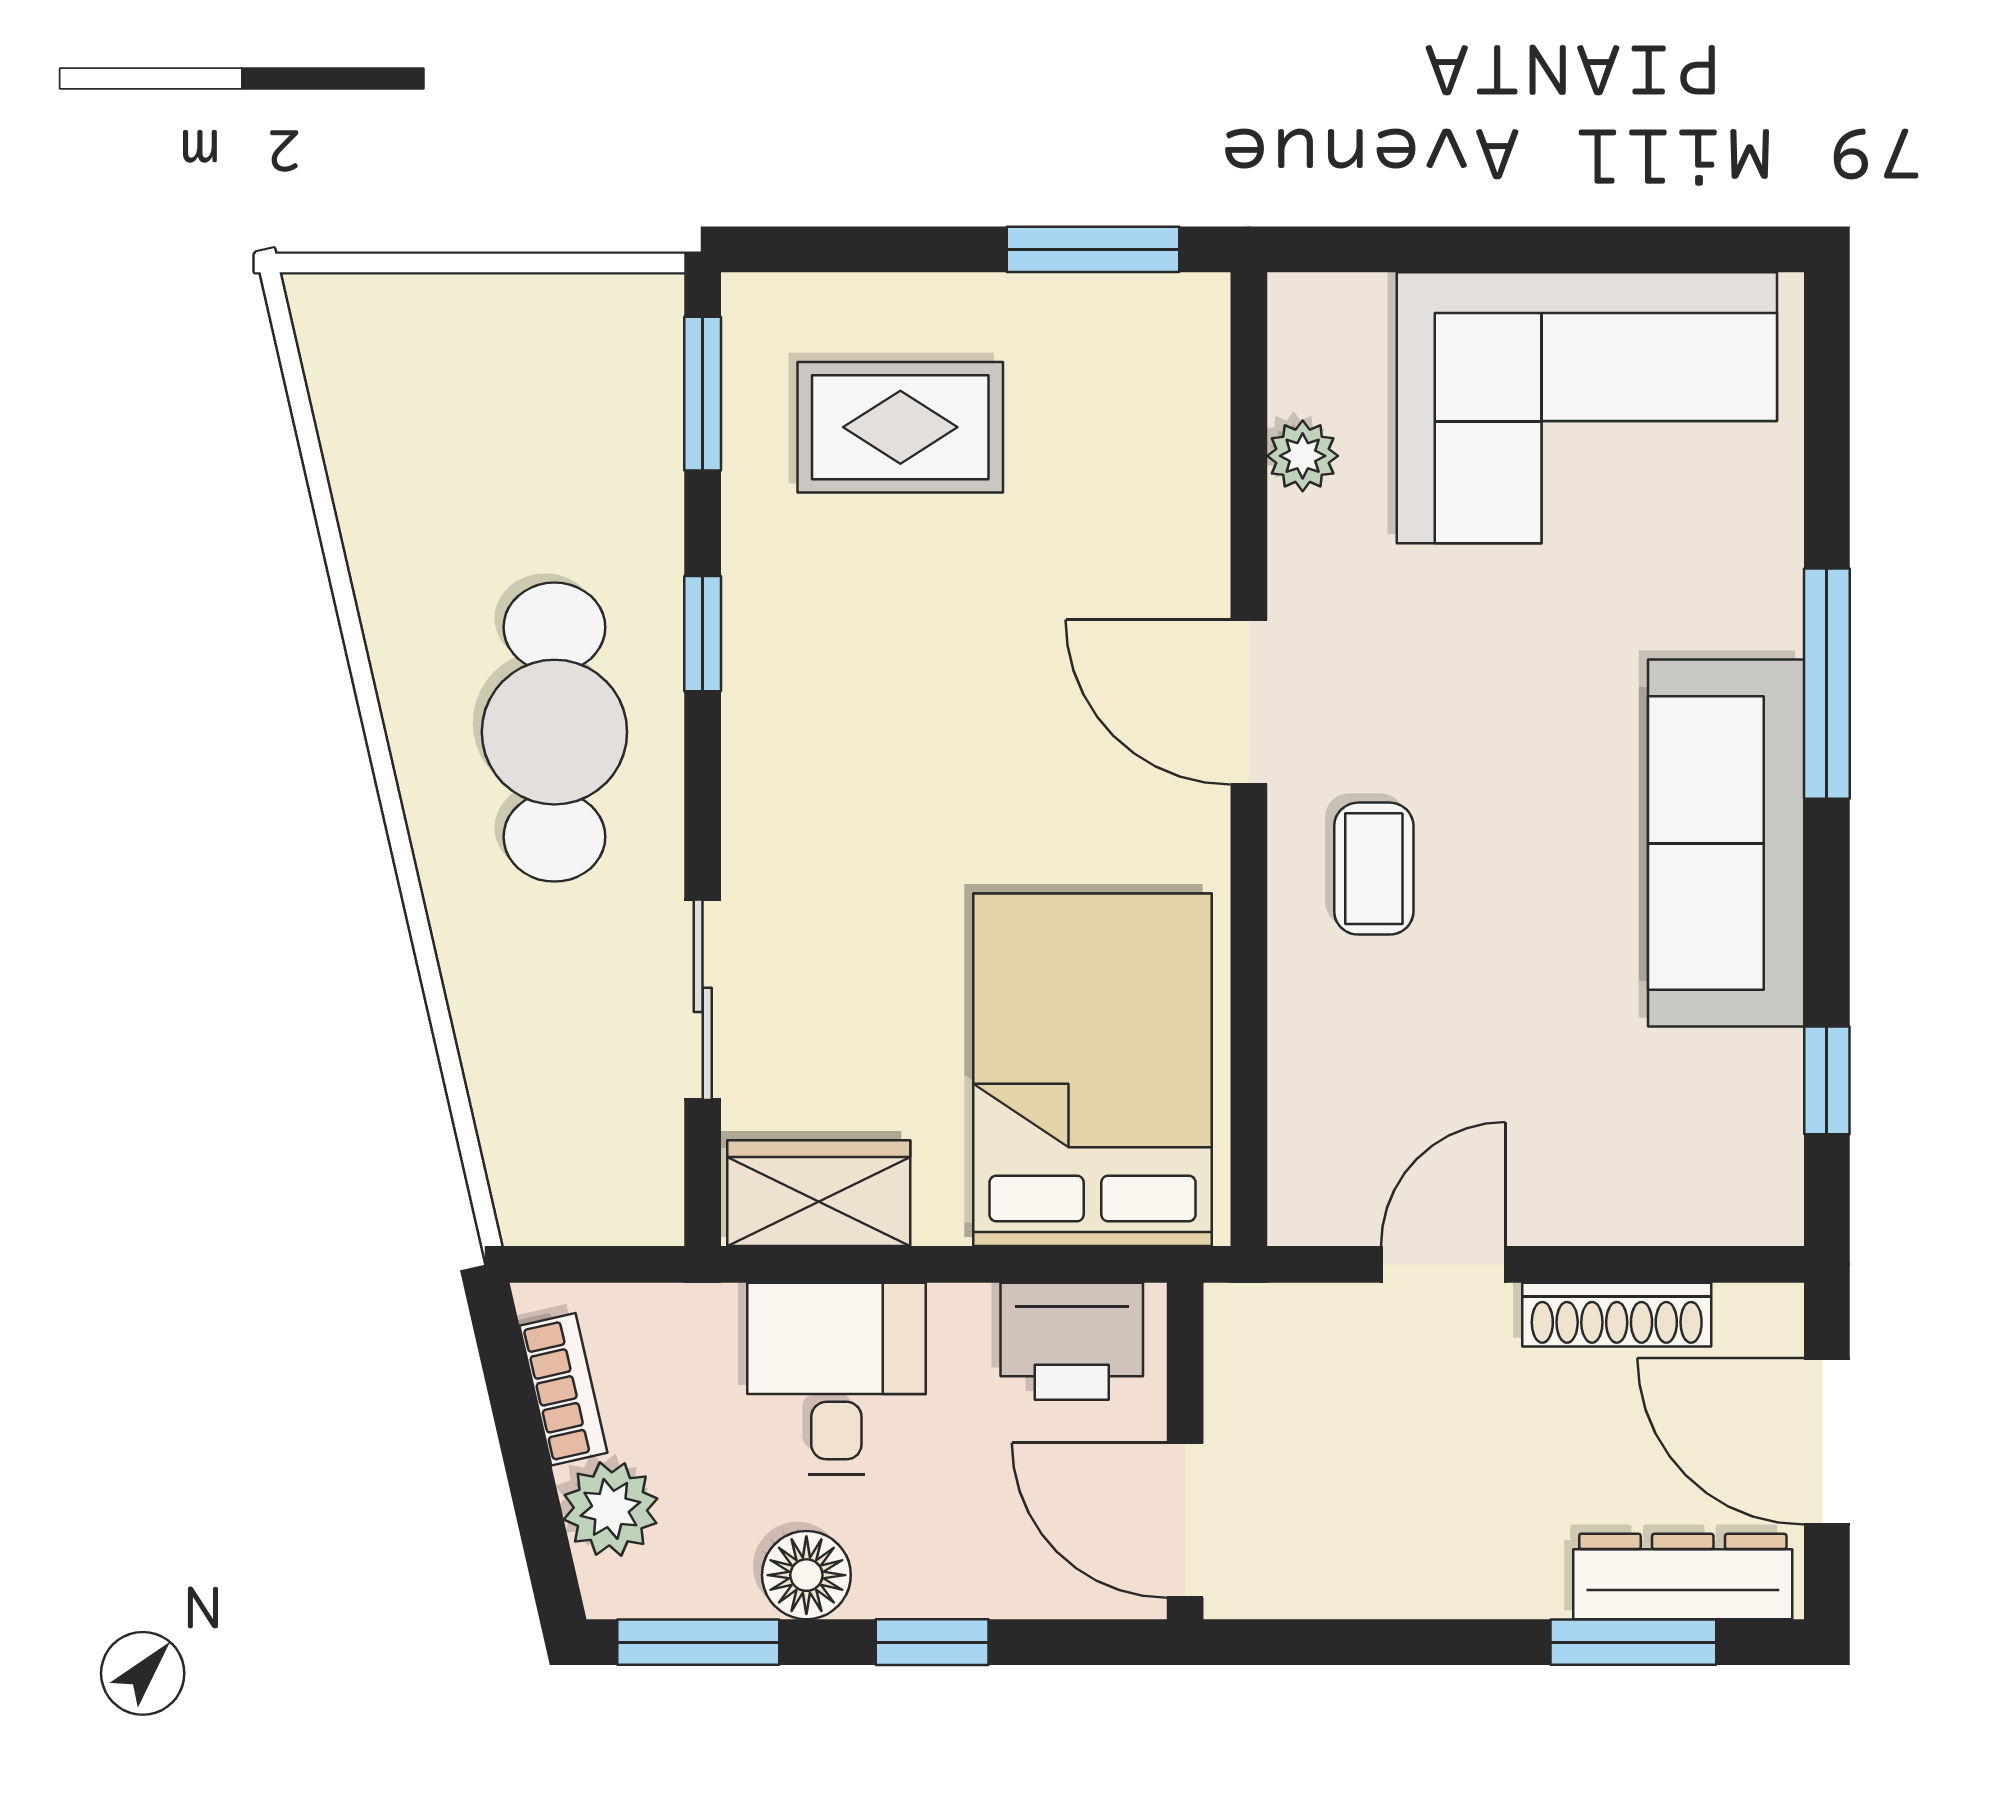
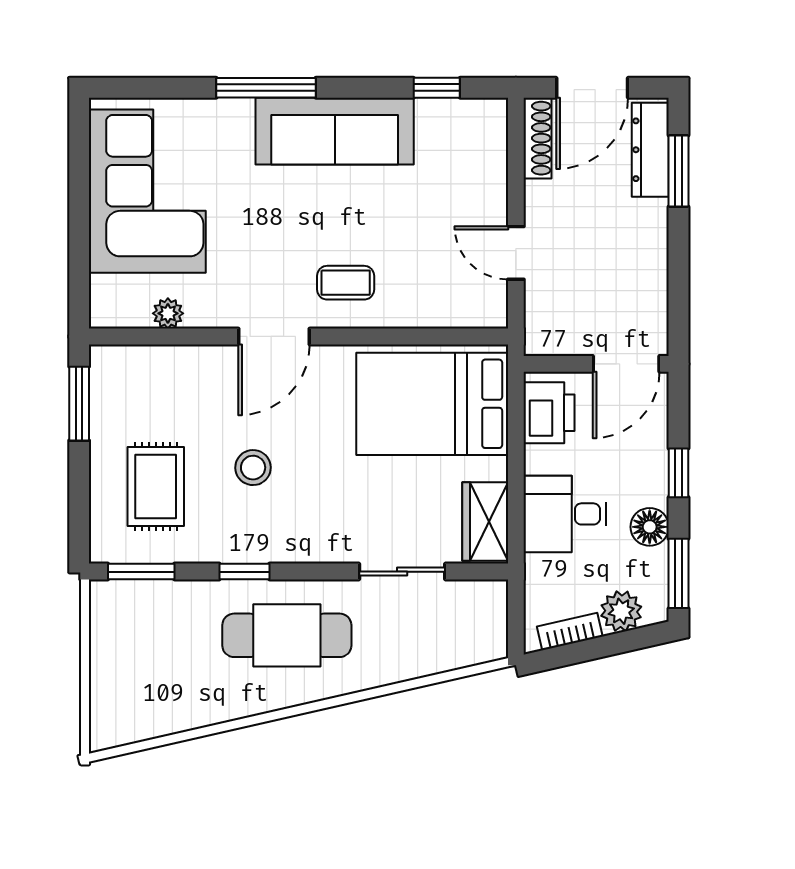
stool: (944, 653) -> (253, 468), added
shoe rack: (1617, 1315) -> (538, 138), moved

